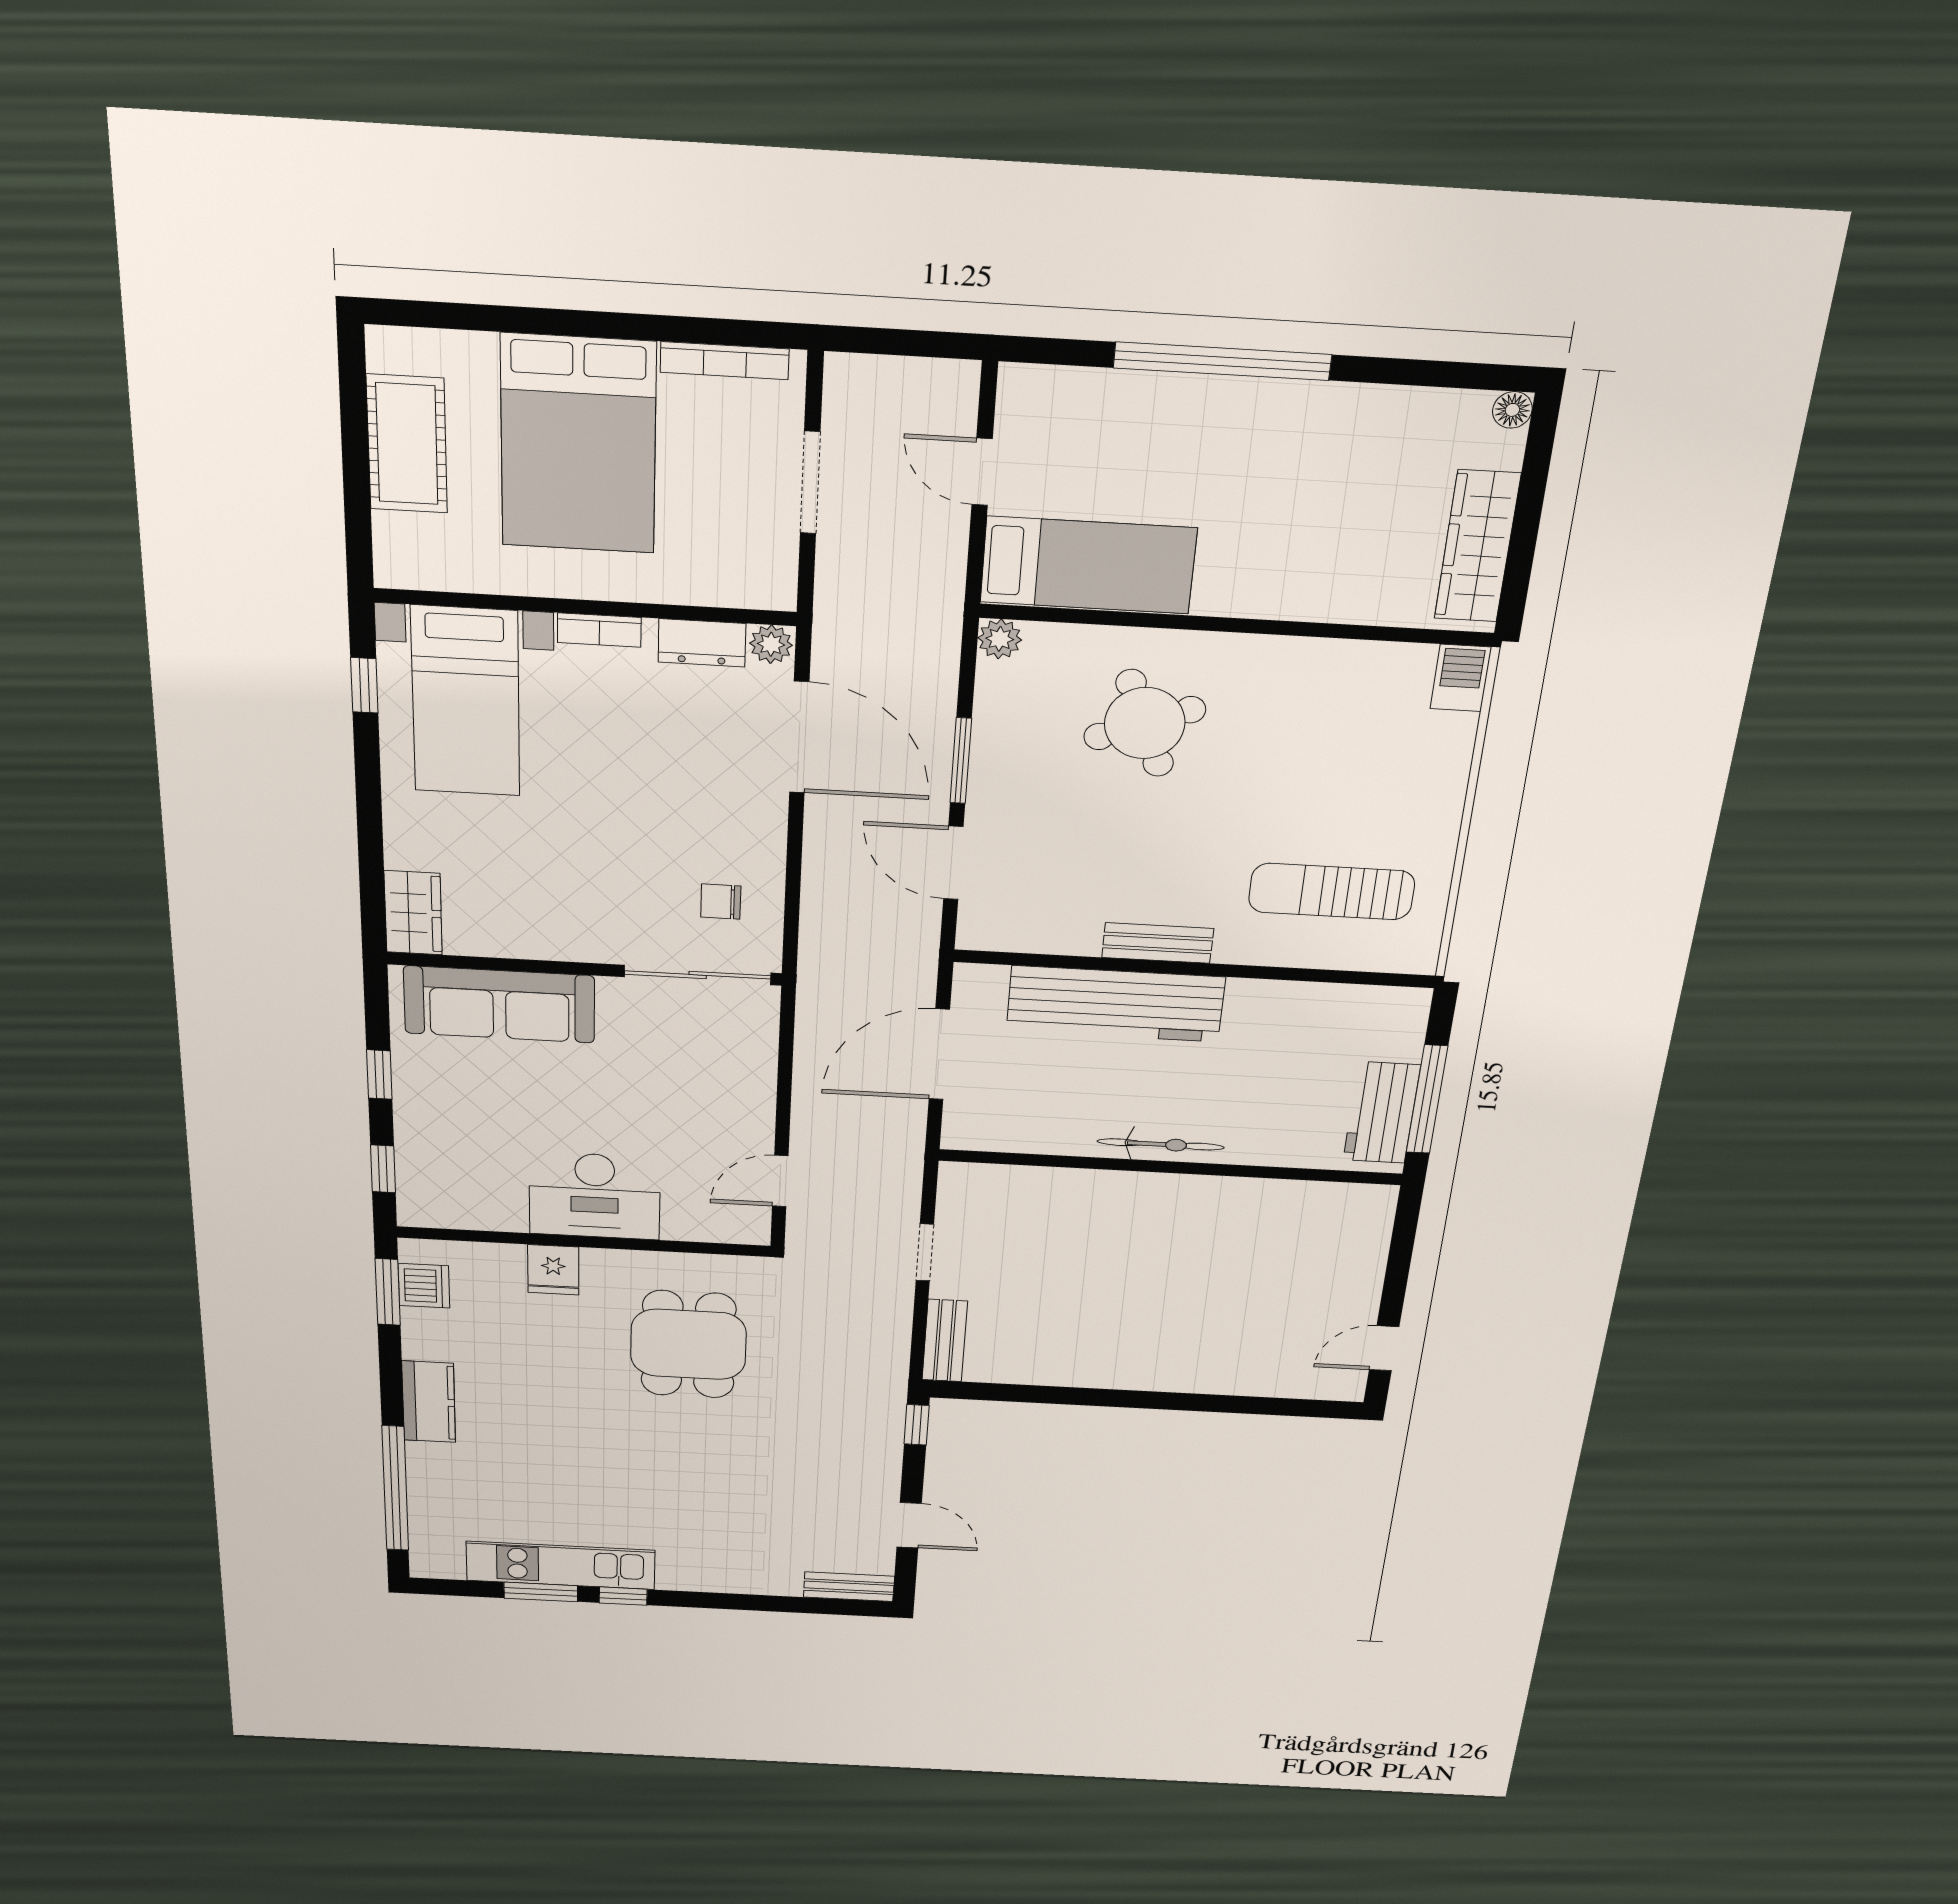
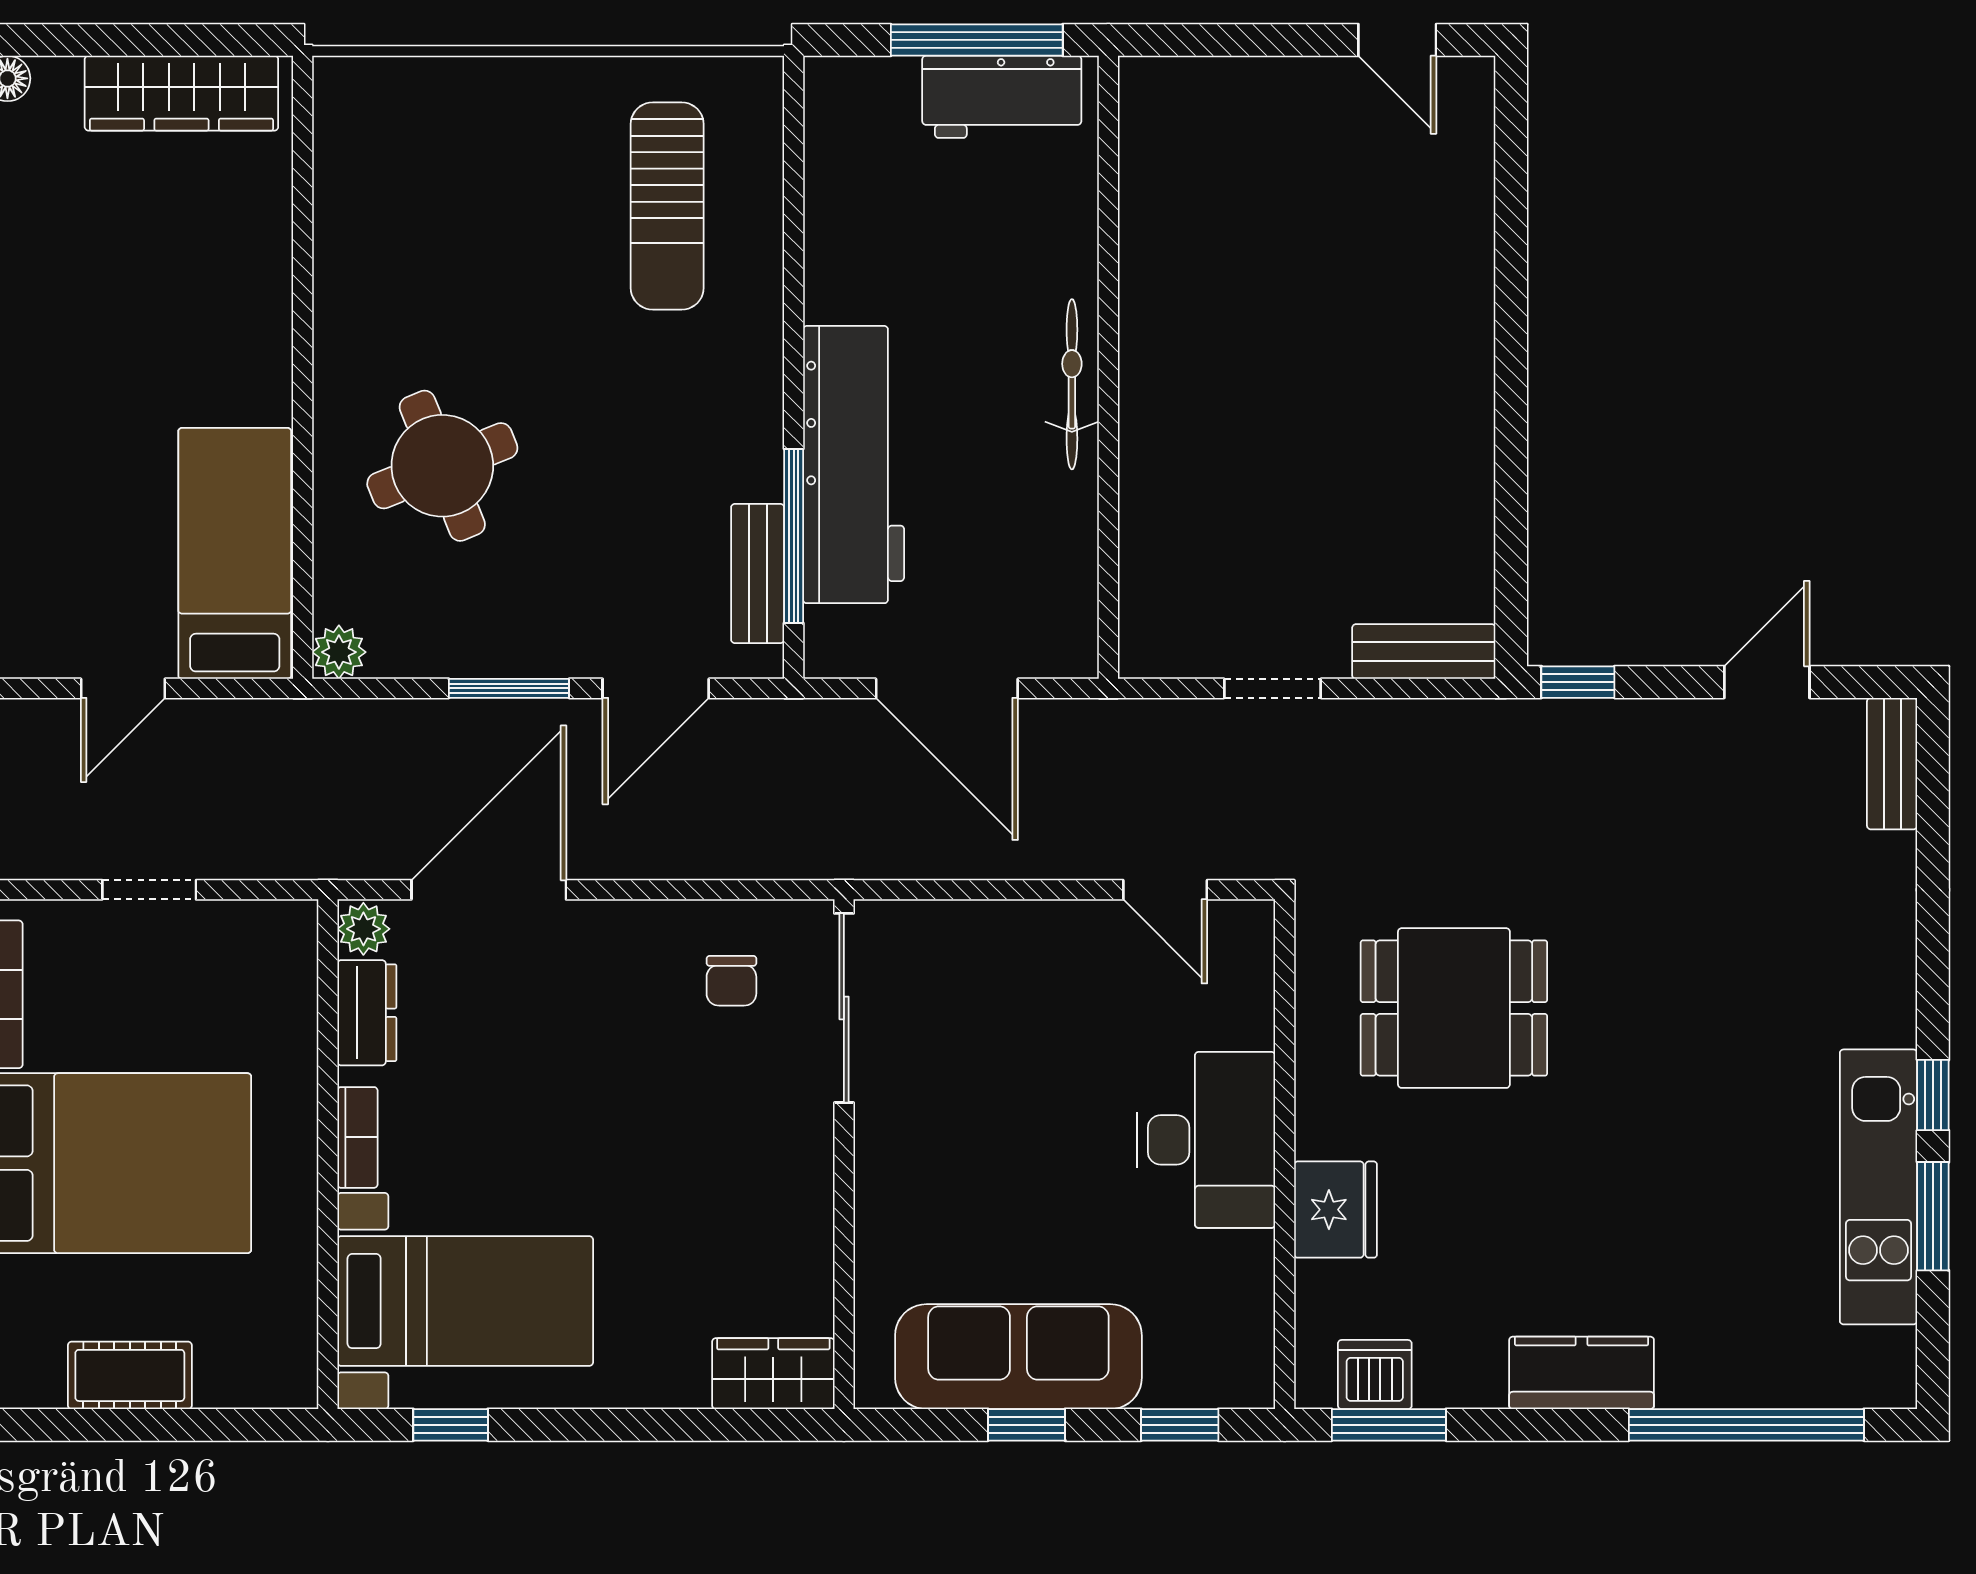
cot: (407, 444) -> (130, 1375), width x0.73, depth x0.75
doorway: (810, 483) -> (149, 890), width x0.73
barbecue: (1461, 678) -> (356, 87), removed
bench: (1158, 943) -> (758, 573), moved
window: (1065, 962) -> (794, 536), added
sofa: (499, 1004) -> (1018, 1357), moved, turned -90
fridge: (553, 1270) -> (1336, 1210), width x1.38

